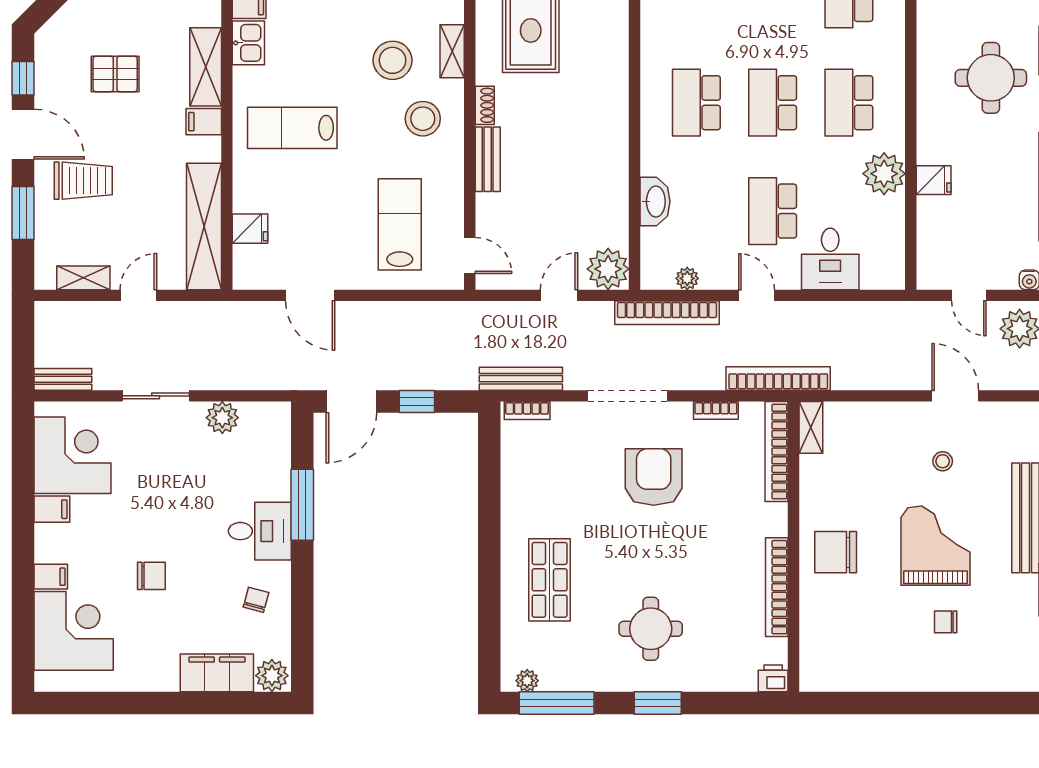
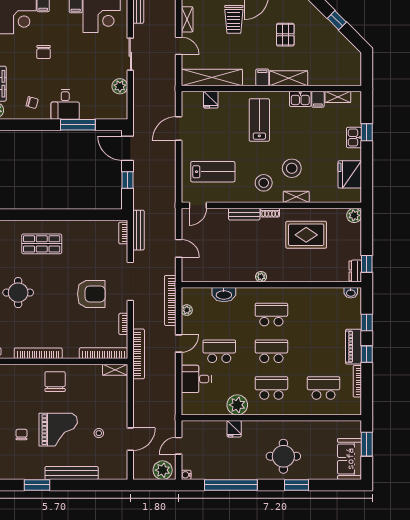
plant: (608, 269) -> (261, 277), moved, width x0.53, depth x0.53

